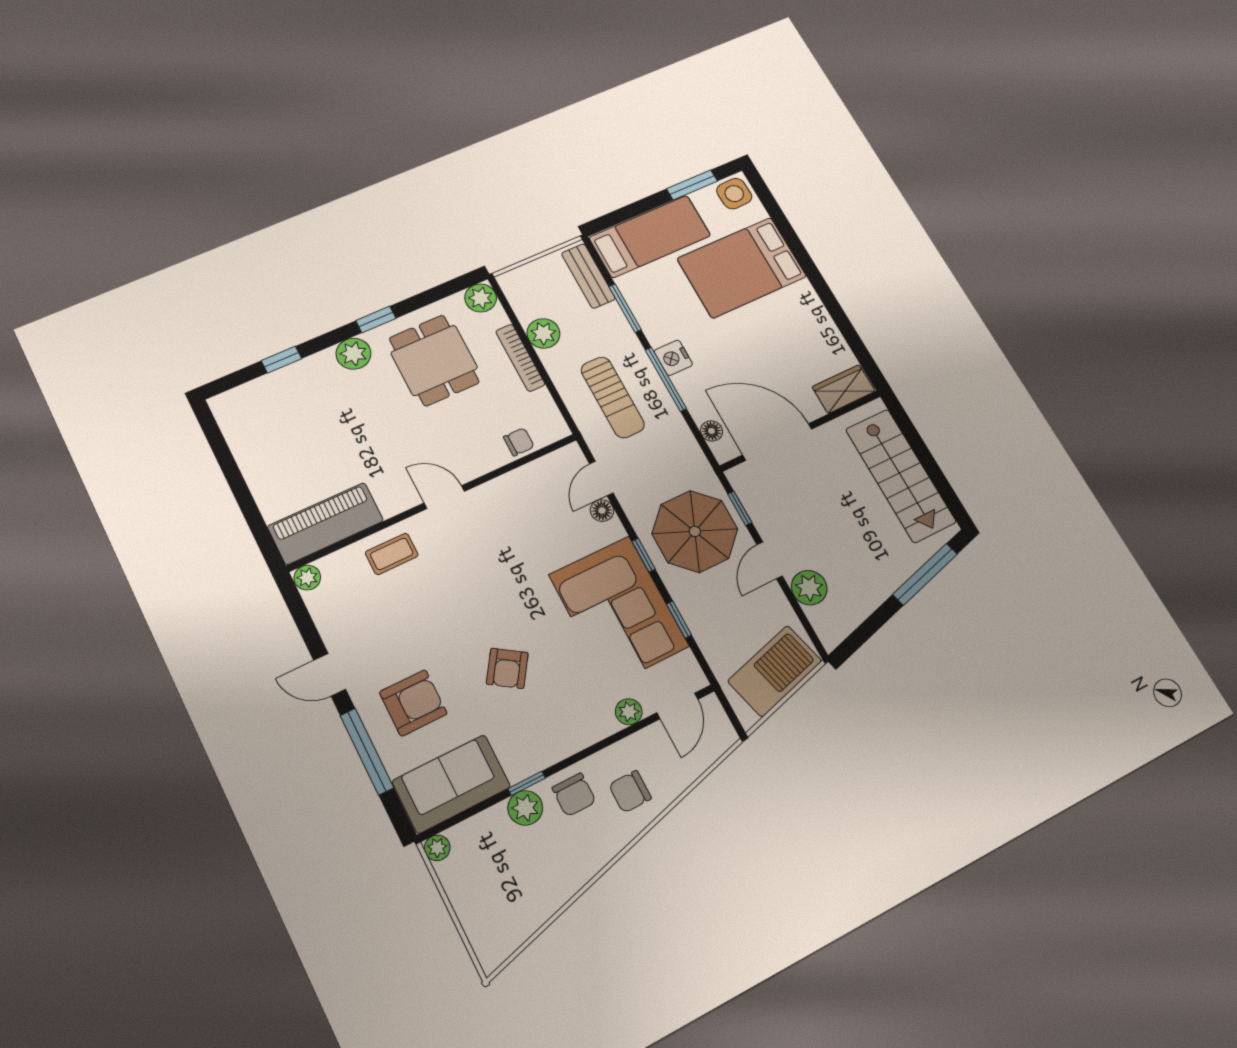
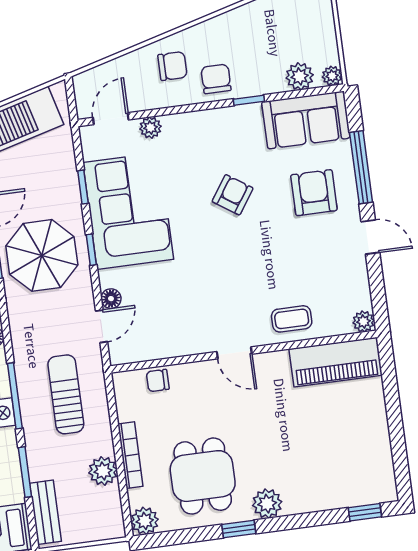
window: (282, 360) -> (365, 512), moved
armchair: (413, 703) -> (314, 193), turned 90
plant: (525, 808) -> (300, 76), moved

